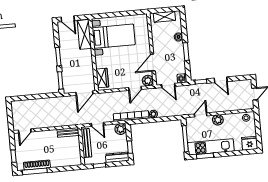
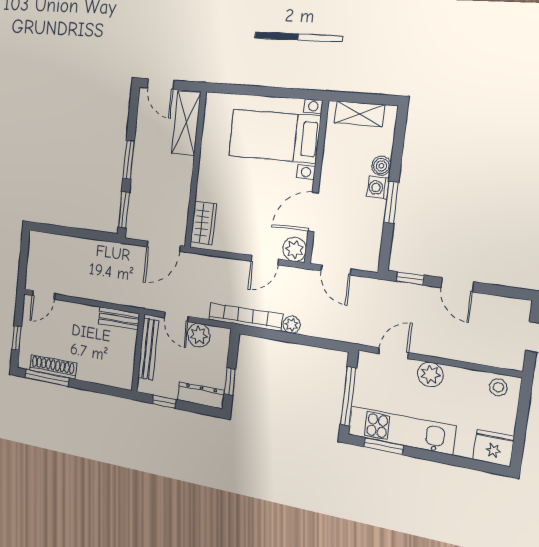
bed with nightstands: (114, 36) -> (274, 136), moved, turned 180
washing machine: (182, 78) -> (378, 188), moved
plant: (121, 129) -> (199, 335), moved

